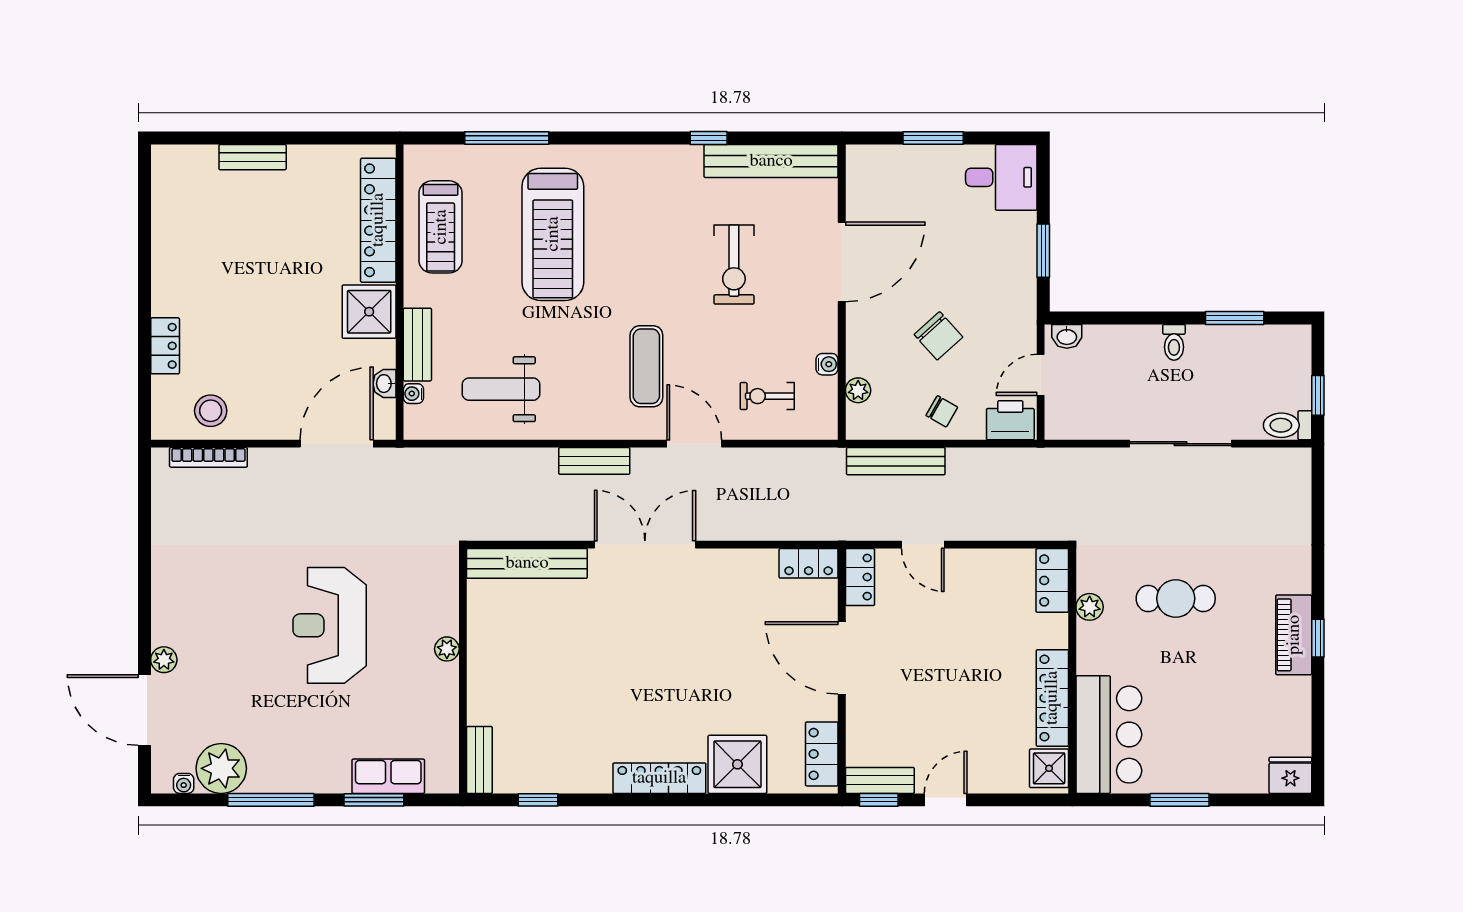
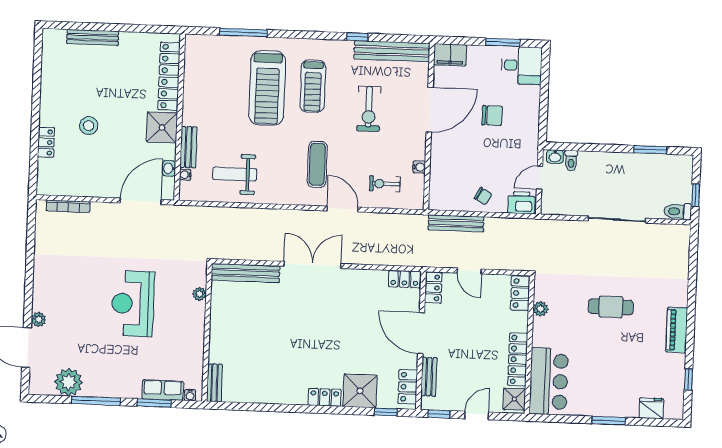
window: (933, 138) -> (503, 42), moved
bench: (253, 157) -> (93, 37), width x1.36
filing cabinet: (874, 163) -> (450, 55), added
treadmill: (441, 227) -> (313, 86), moved
window: (1043, 251) -> (544, 108), removed
chair: (938, 336) -> (492, 115), moved, turned -48
toilet: (1174, 342) -> (571, 161), moved
plant: (858, 390) -> (436, 182), removed
stool: (211, 411) -> (89, 126), moved
bench: (594, 461) -> (286, 217), removed
locker: (1052, 580) -> (520, 293), moved
plant: (1090, 607) -> (541, 309), moved
window: (1318, 638) -> (688, 379), moved
plant: (447, 649) -> (199, 294), moved
wall: (1072, 671) -> (530, 345), moved
locker: (1052, 698) -> (518, 359), moved
bar counter: (1109, 735) -> (549, 381), moved
shower: (1049, 768) -> (514, 399), moved
fridge: (1290, 775) -> (651, 408), moved
locker: (659, 778) -> (325, 397), width x0.66
bench: (880, 780) -> (429, 377), moved, turned 90
water cooler: (184, 783) -> (190, 395), moved
window: (538, 800) -> (386, 412), moved

